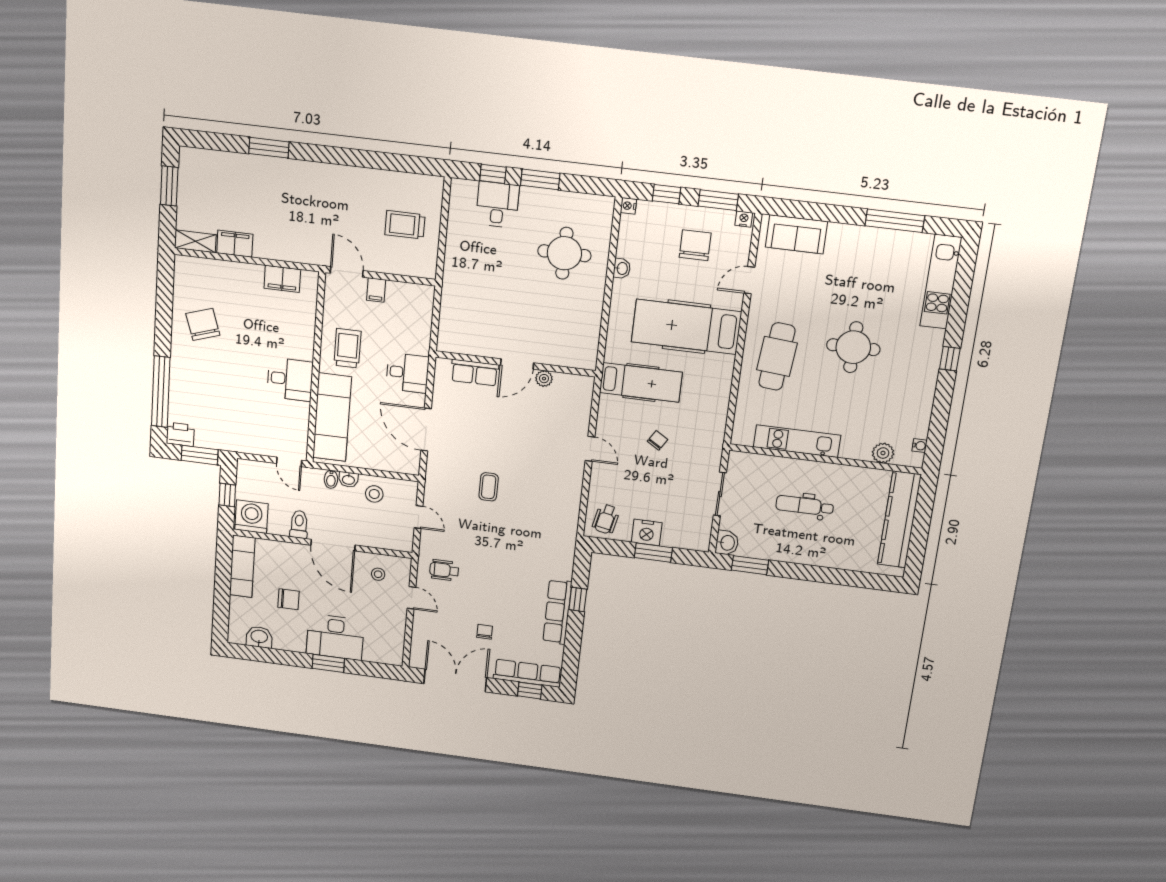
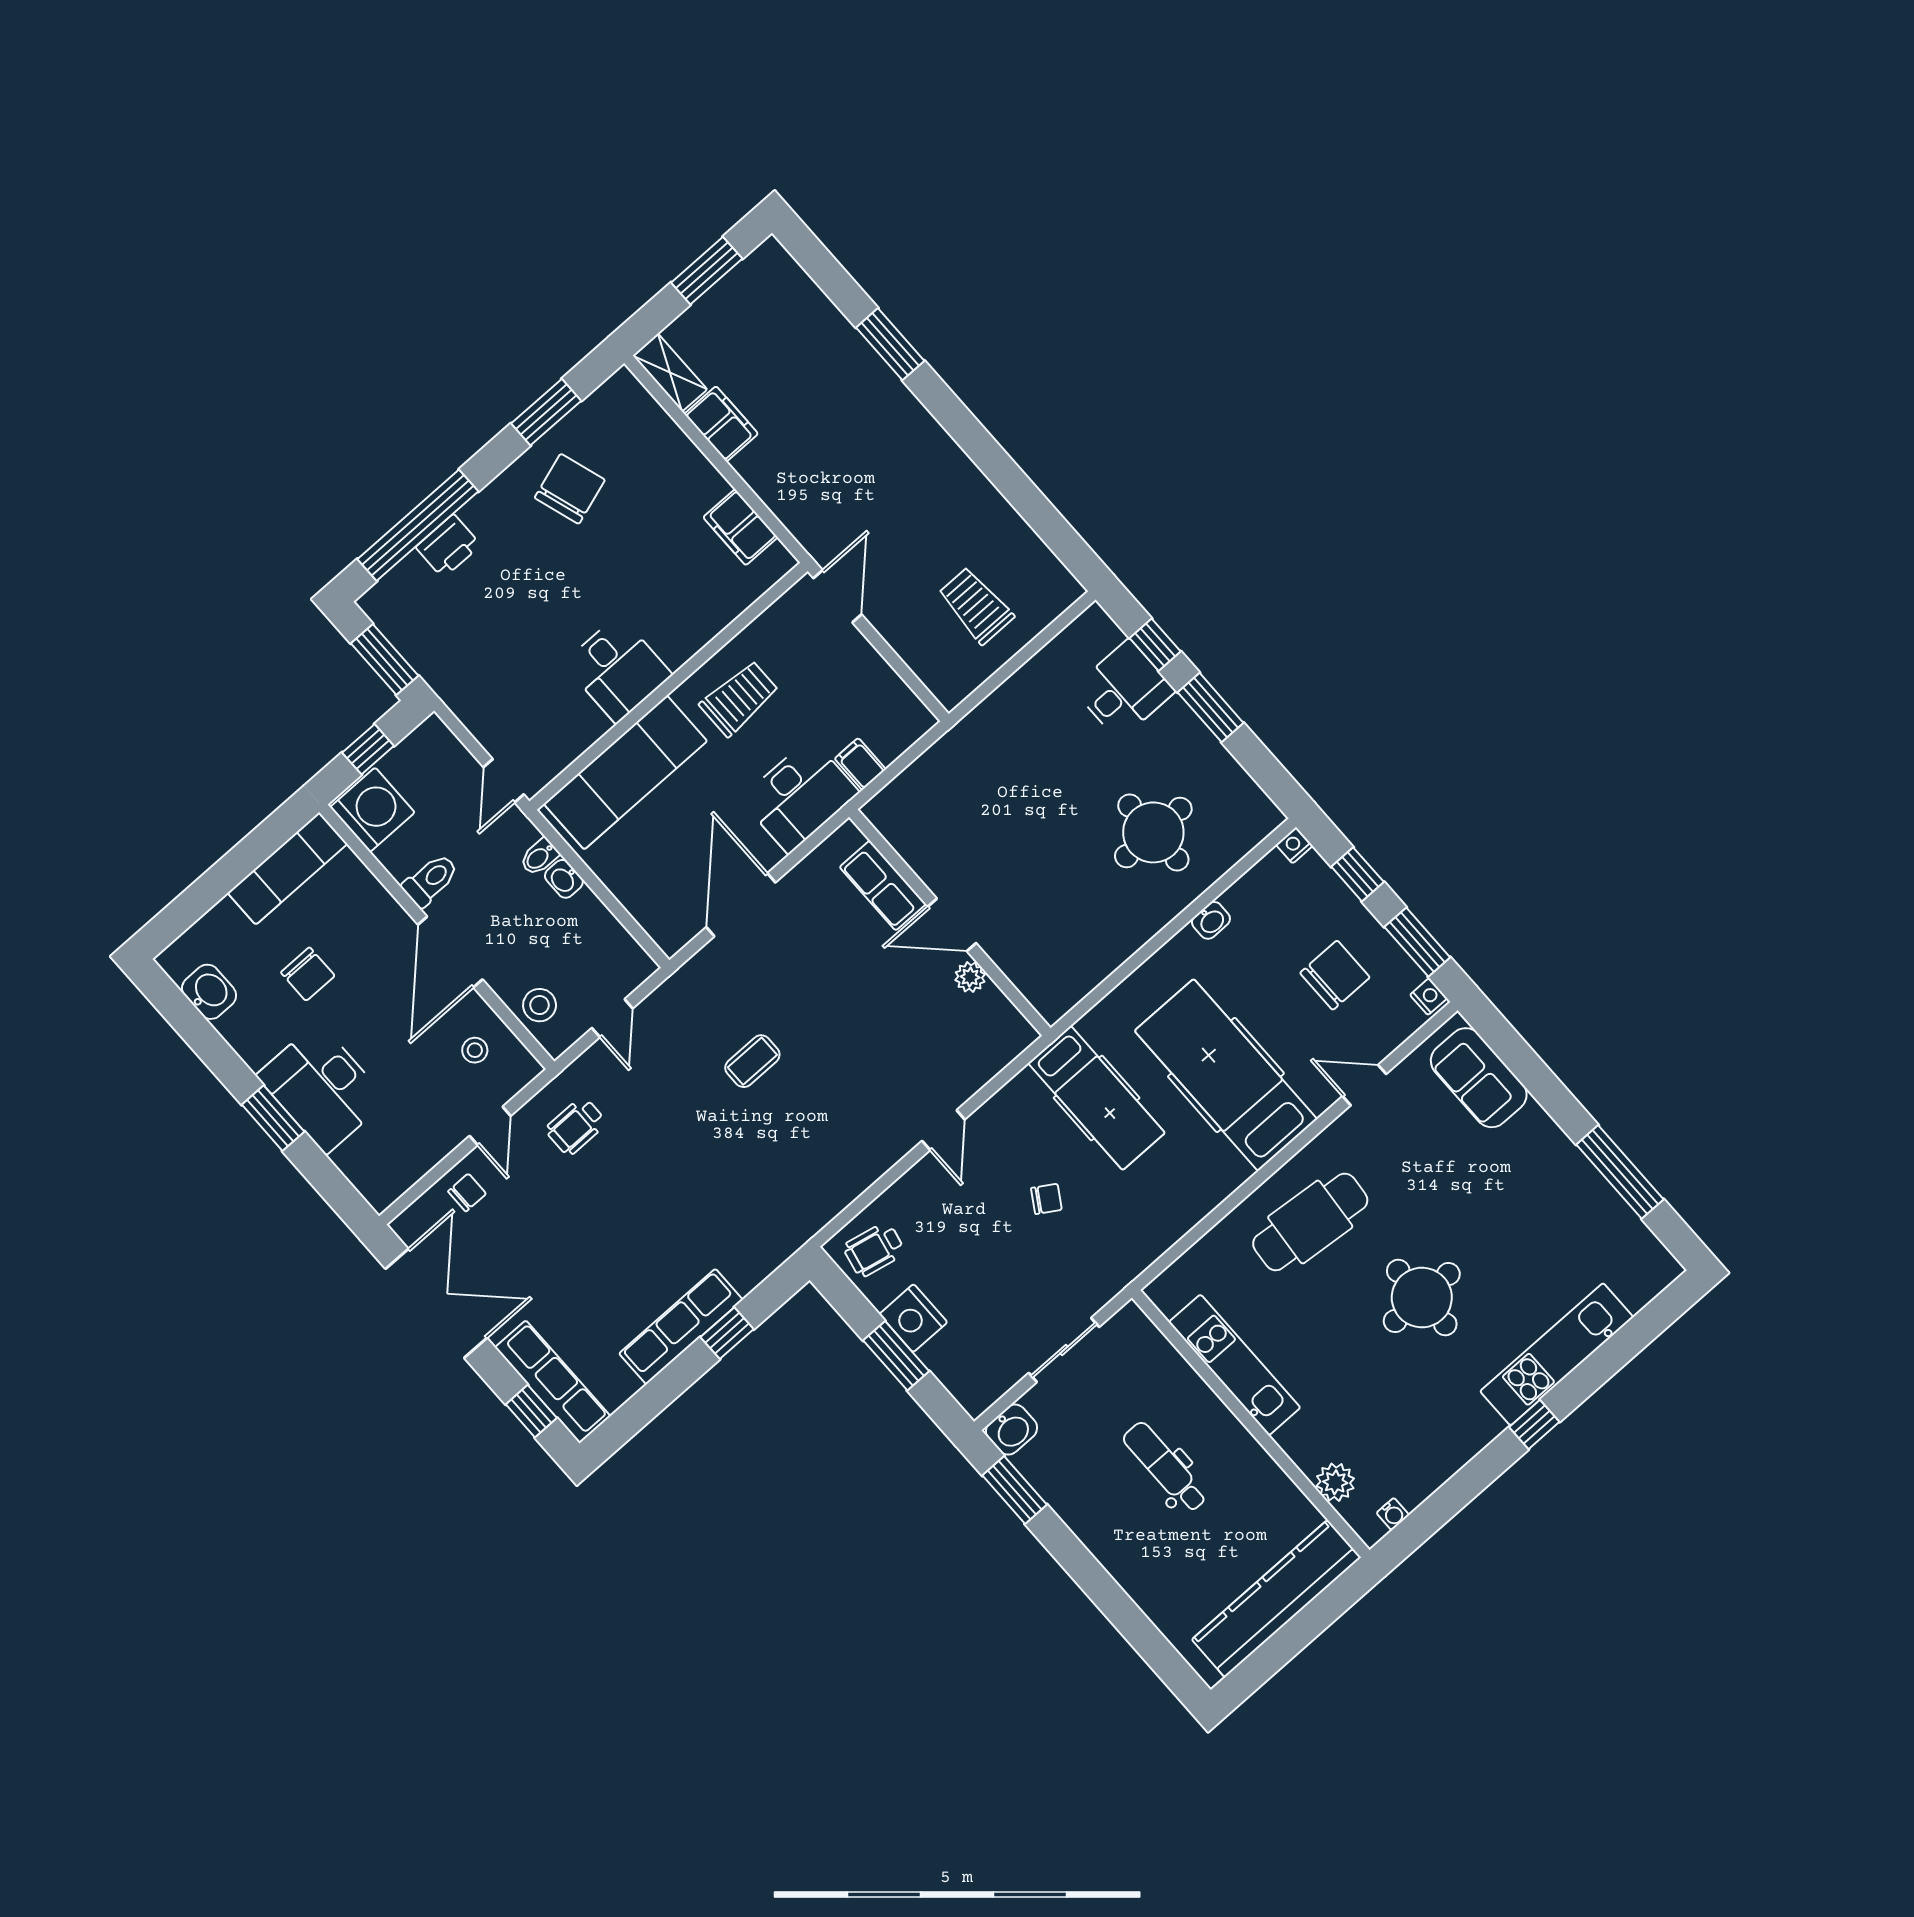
kitchen unit: (941, 282) -> (1557, 1354), moved
filing cabinet: (376, 290) -> (860, 764), moved, turned 90
window: (164, 302) -> (546, 412), added
desk: (407, 373) -> (800, 796), width x1.37
printer: (180, 434) -> (448, 546), moved, turned 90
stool: (374, 494) -> (540, 1005), moved
wheelchair: (444, 570) -> (576, 1126), turned -90
chair: (485, 632) -> (467, 1193), moved

